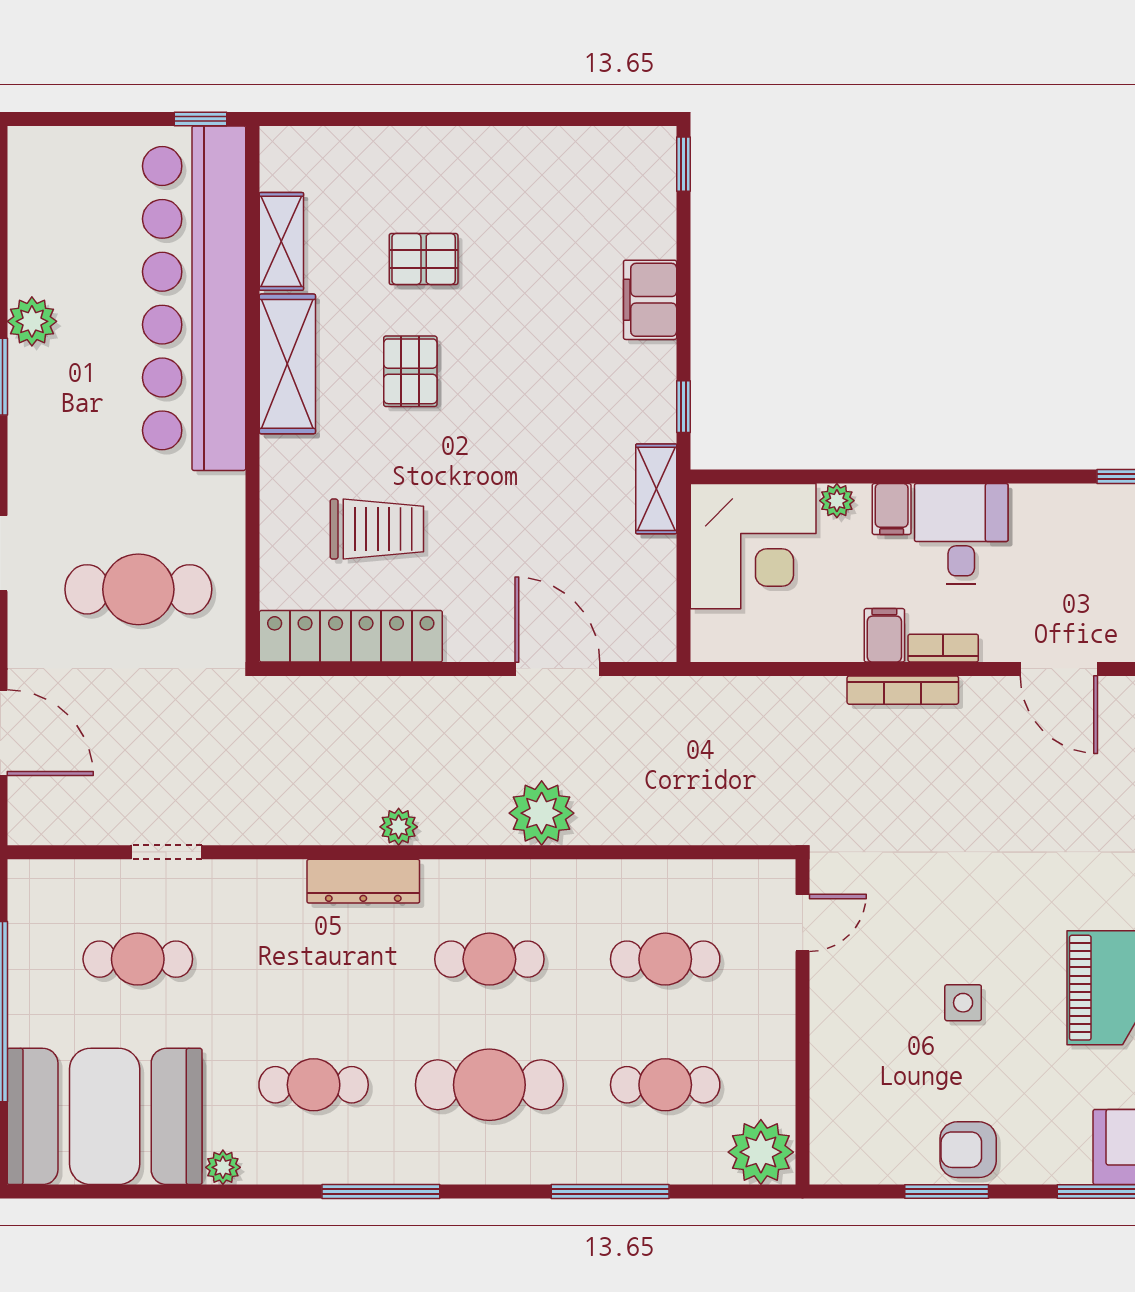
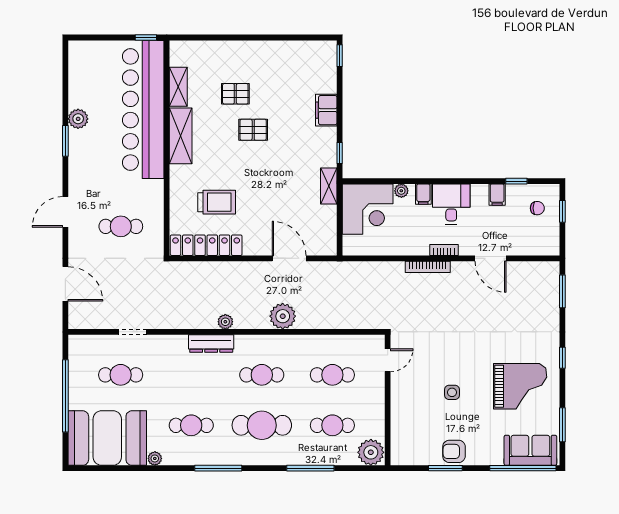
pallet: (410, 371) -> (253, 130), moved, turned 90
cafe table: (138, 589) -> (121, 226), width x0.73, depth x0.74
filing cabinet: (884, 635) -> (497, 195), moved, turned 180

